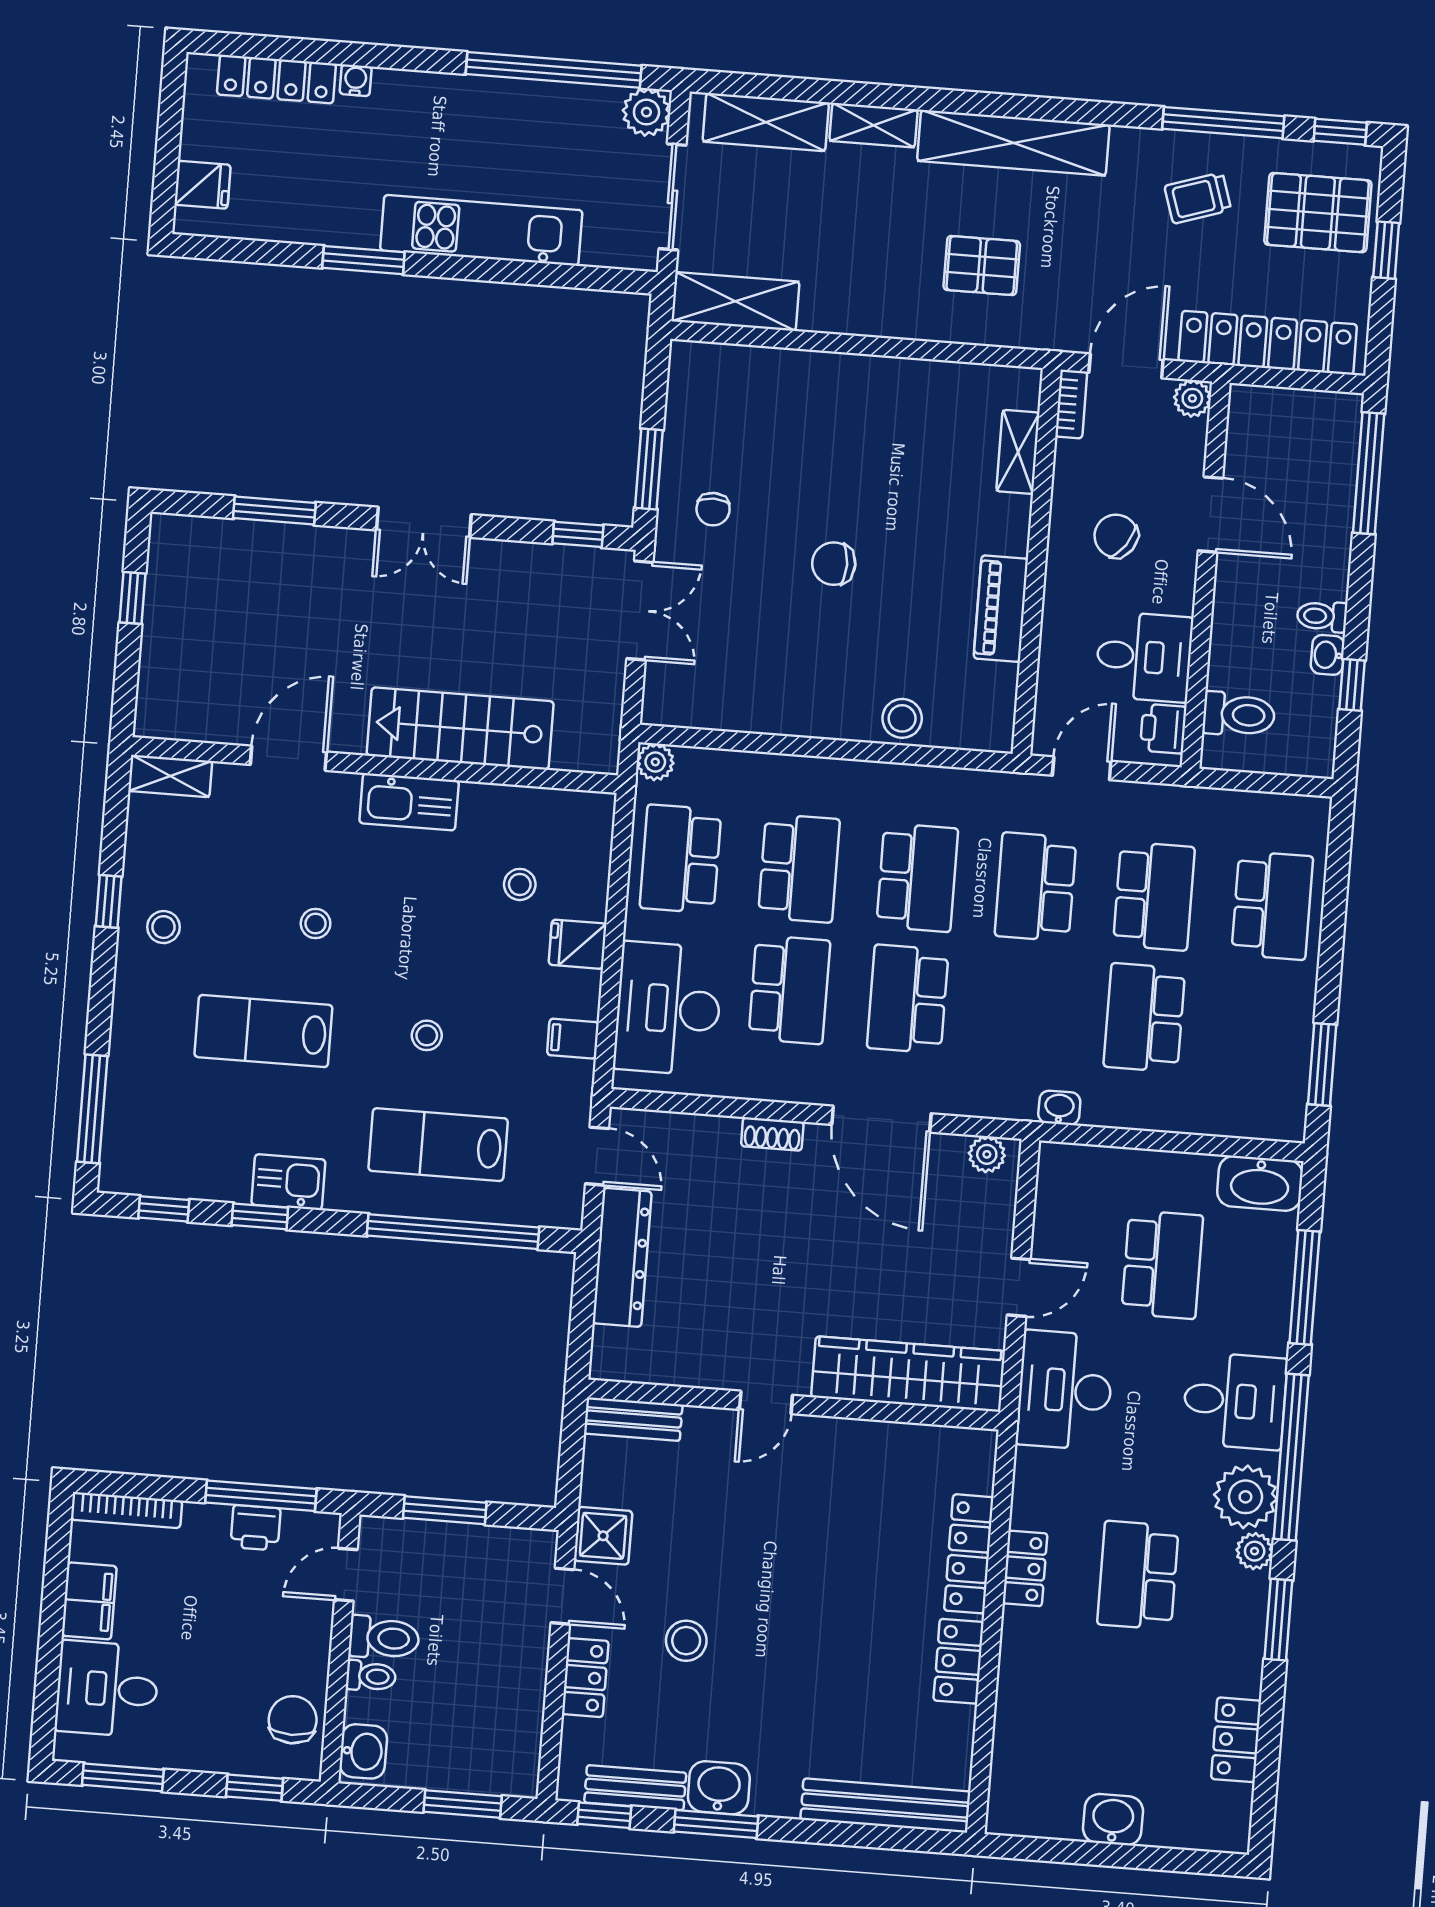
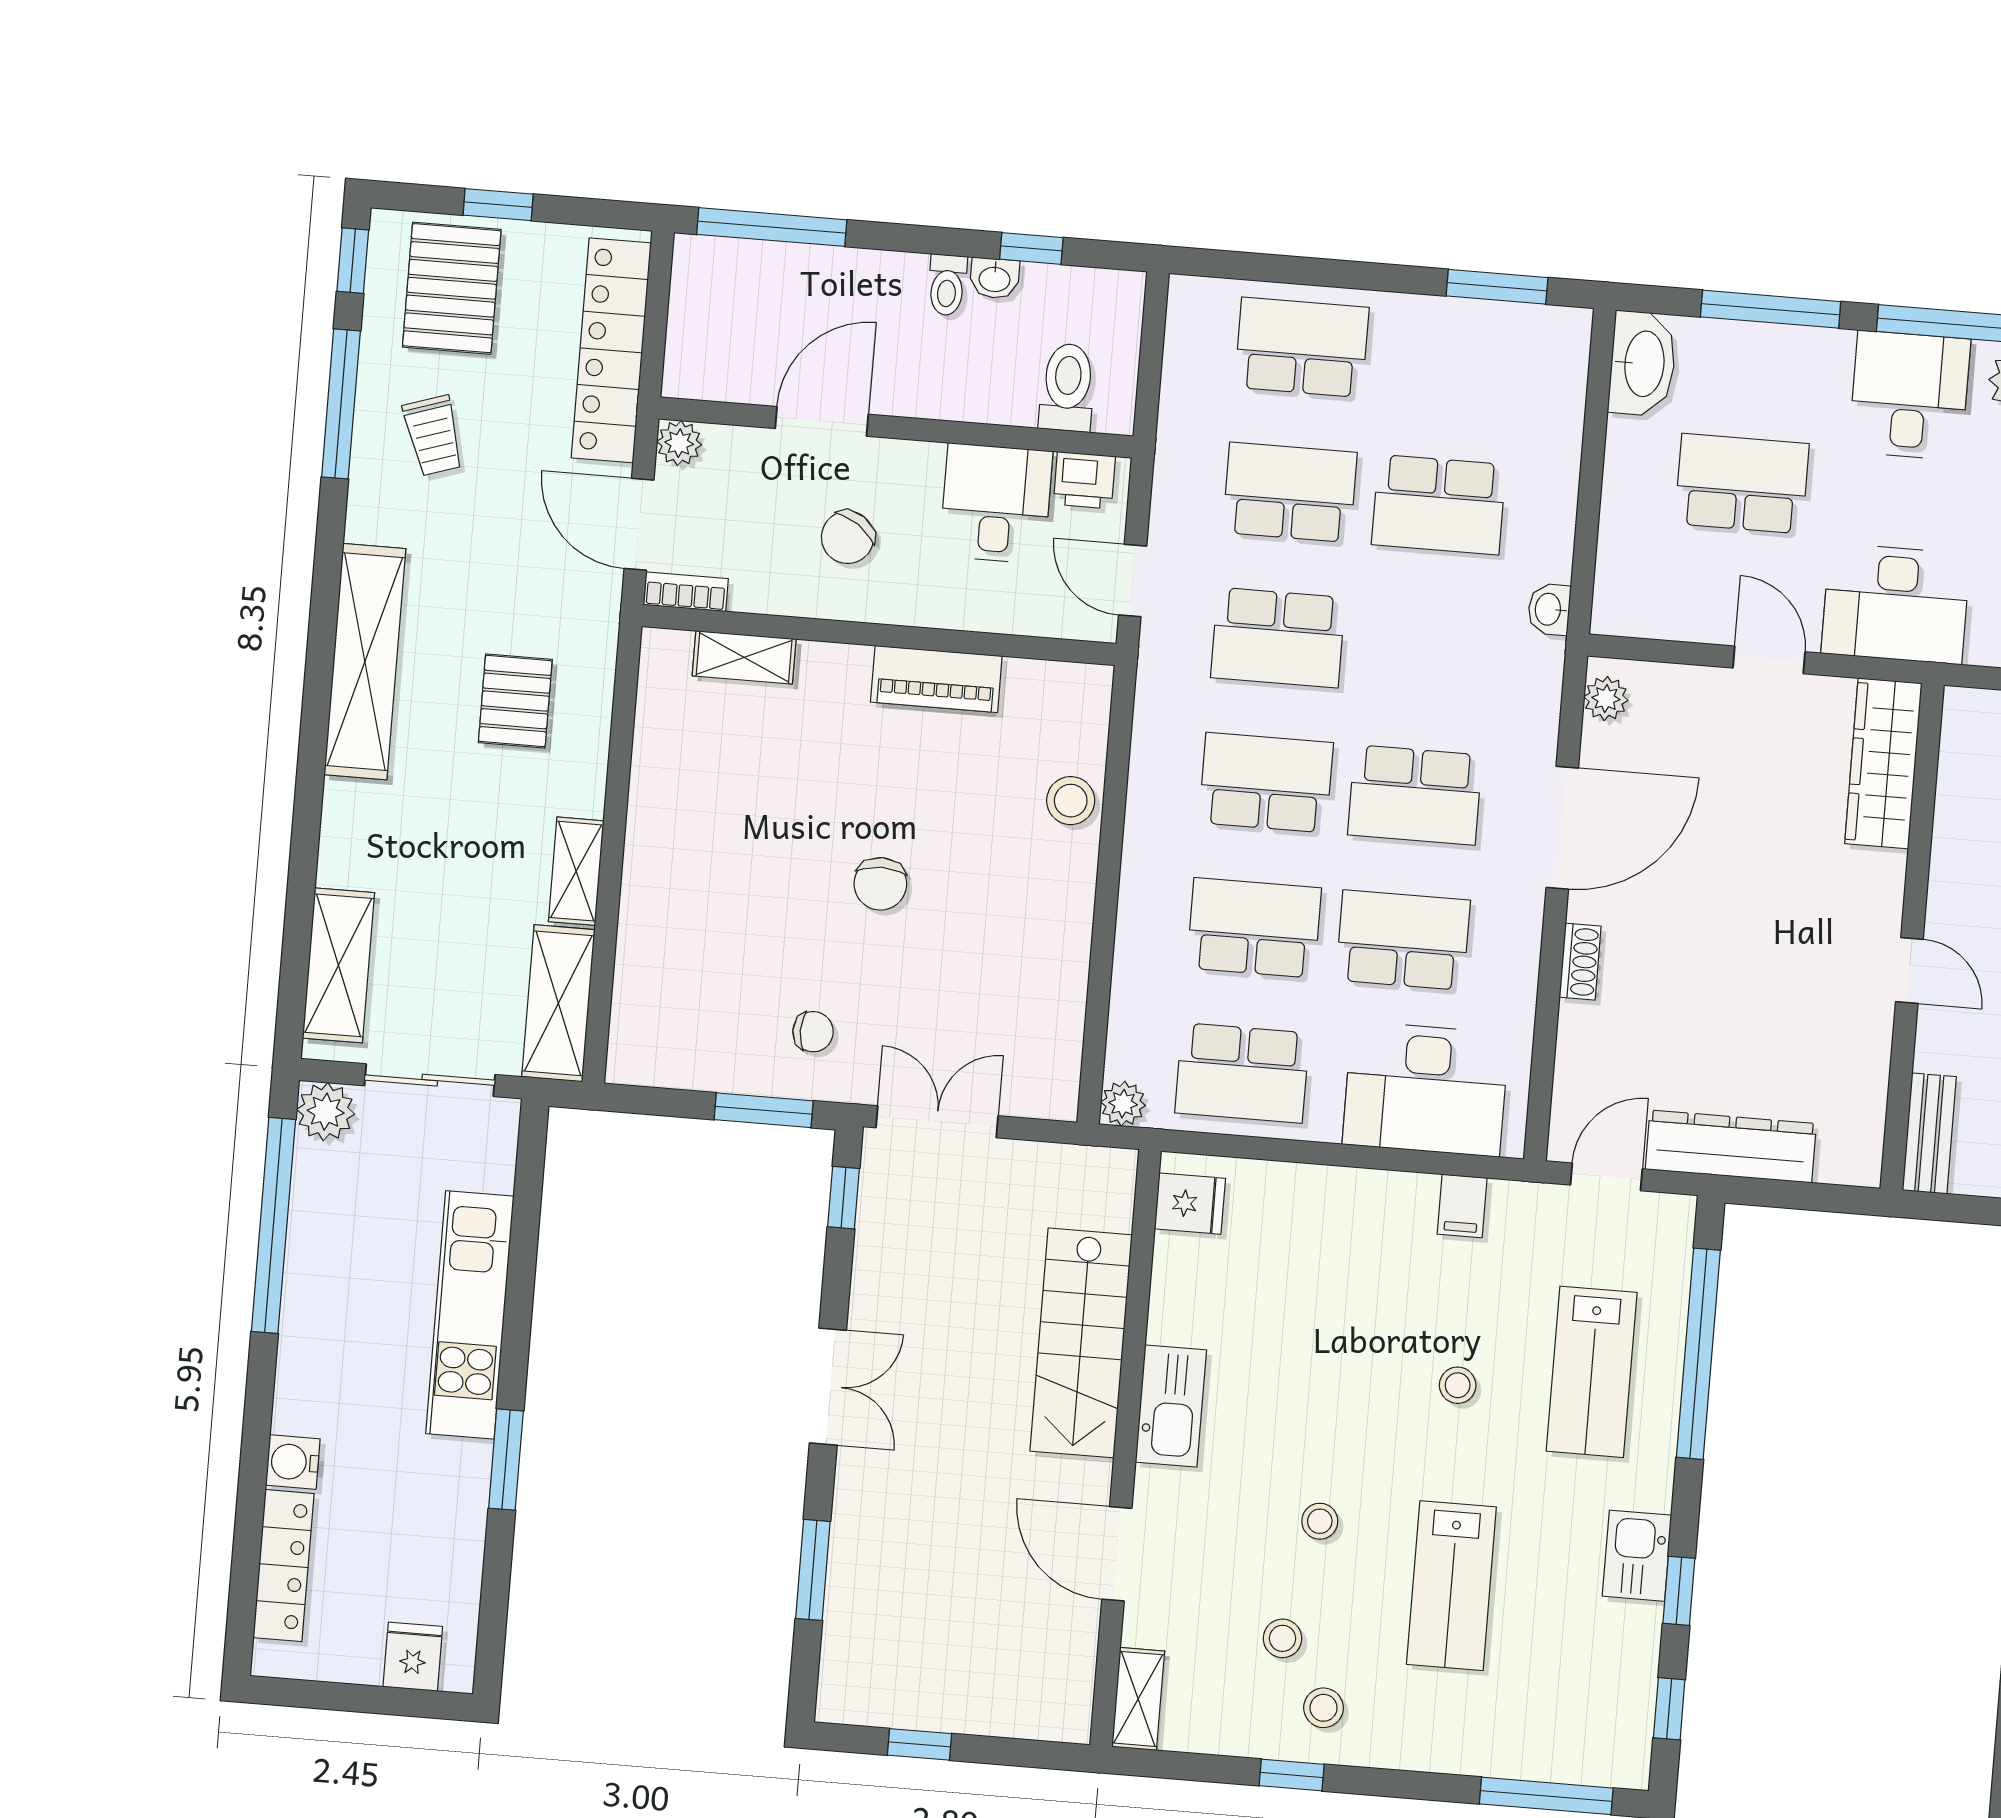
water cooler: (356, 80) -> (293, 1462), width x1.38, depth x1.38
shelving: (873, 125) -> (576, 871), moved
stool: (520, 884) -> (1282, 1638), moved
fridge: (578, 944) -> (1190, 1204), moved, turned -90
wardrobe: (908, 1374) -> (1883, 763), width x0.71, depth x0.85

